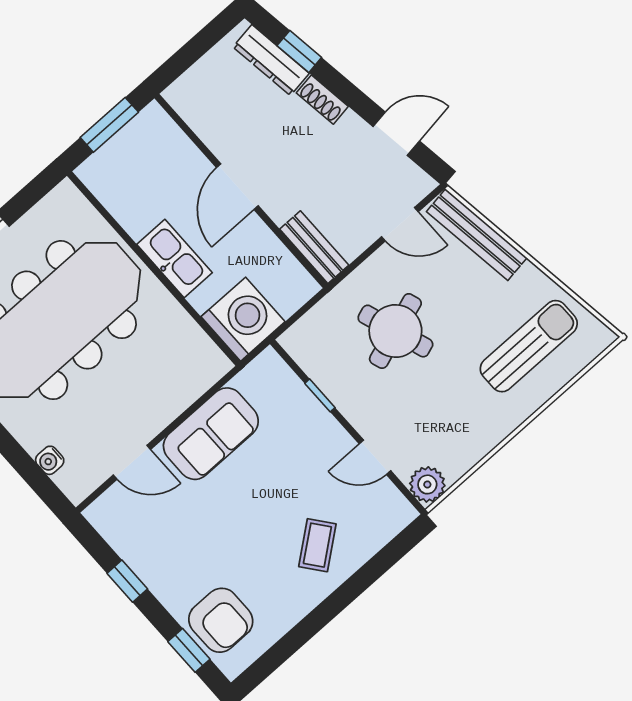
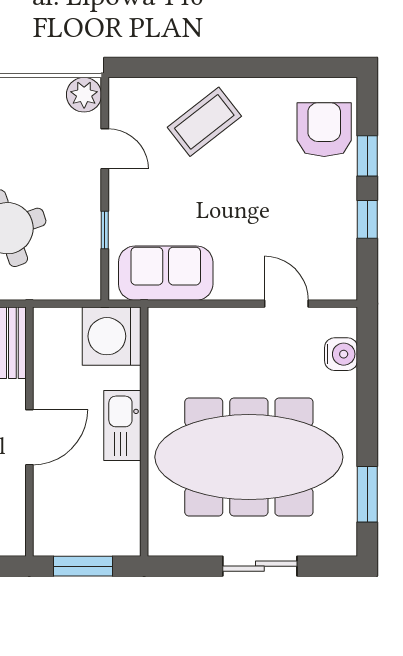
sofa: (211, 434) -> (166, 273), moved
water cooler: (50, 460) -> (341, 354), width x1.38, depth x1.38
coffee table: (317, 545) -> (204, 122), width x1.36, depth x1.30
window: (189, 650) -> (367, 156), moved

